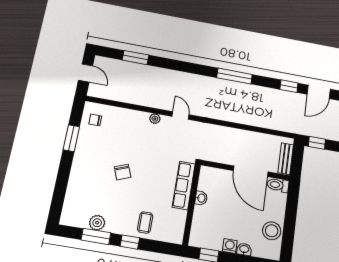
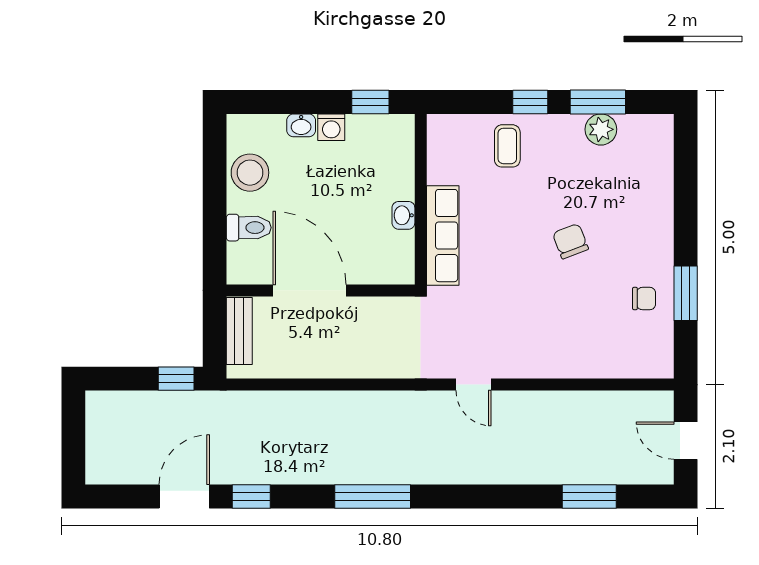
plant: (155, 119) -> (525, 367), removed
chair: (95, 120) -> (644, 299), moved
toilet: (278, 185) -> (249, 228), moved

